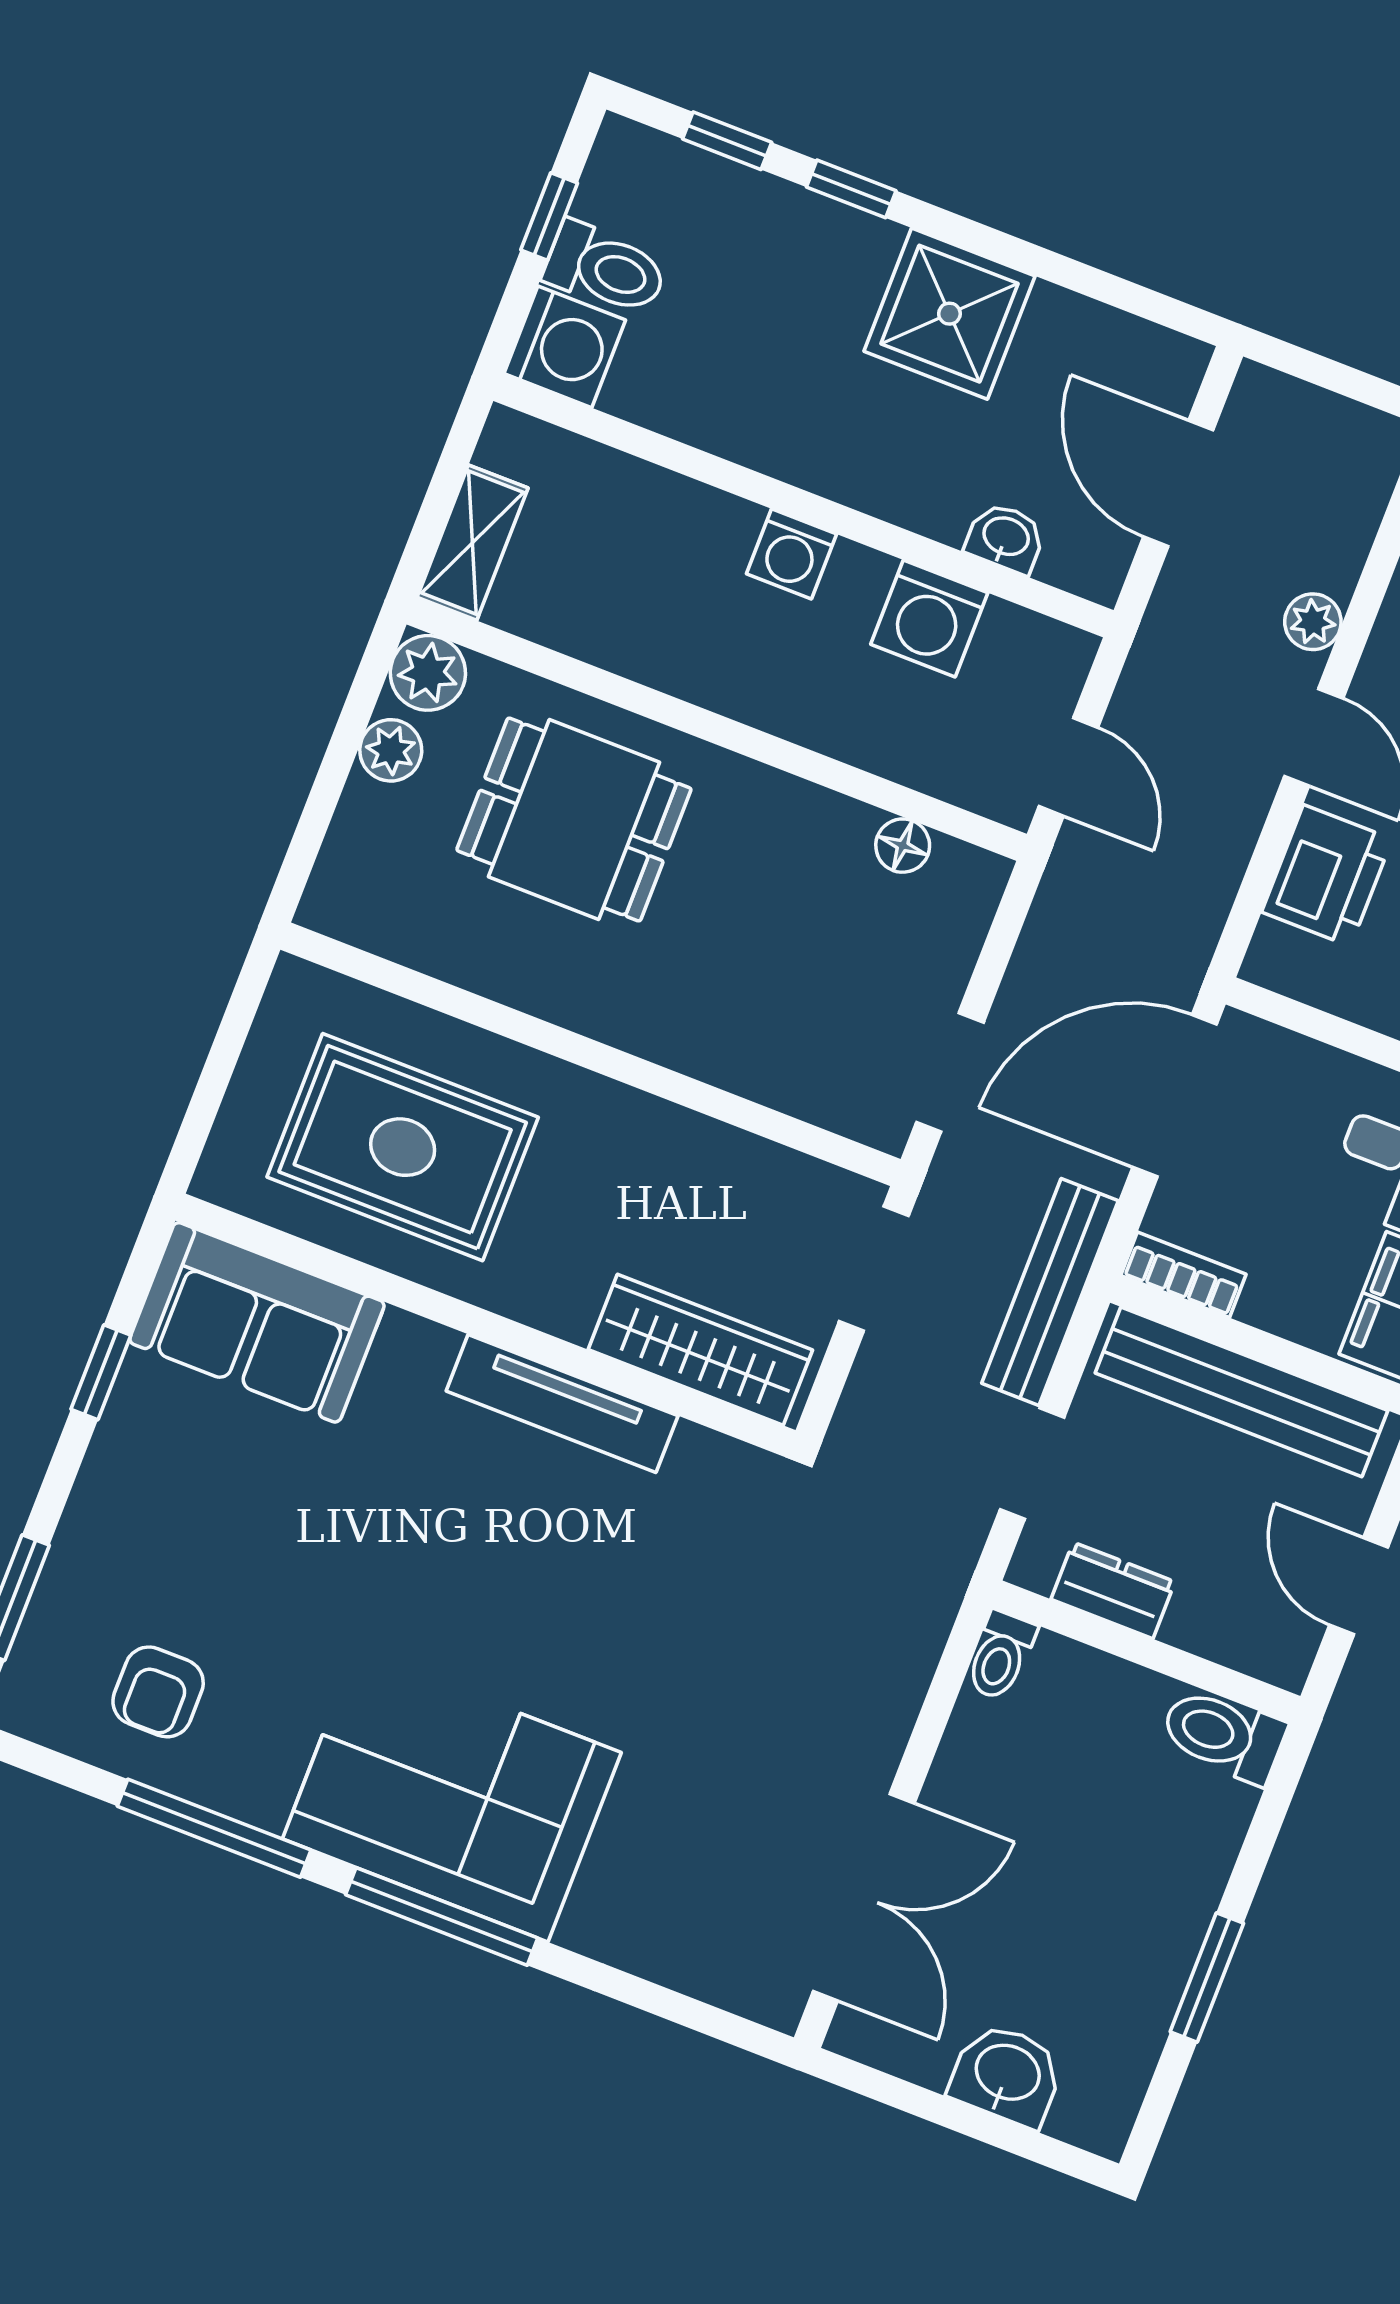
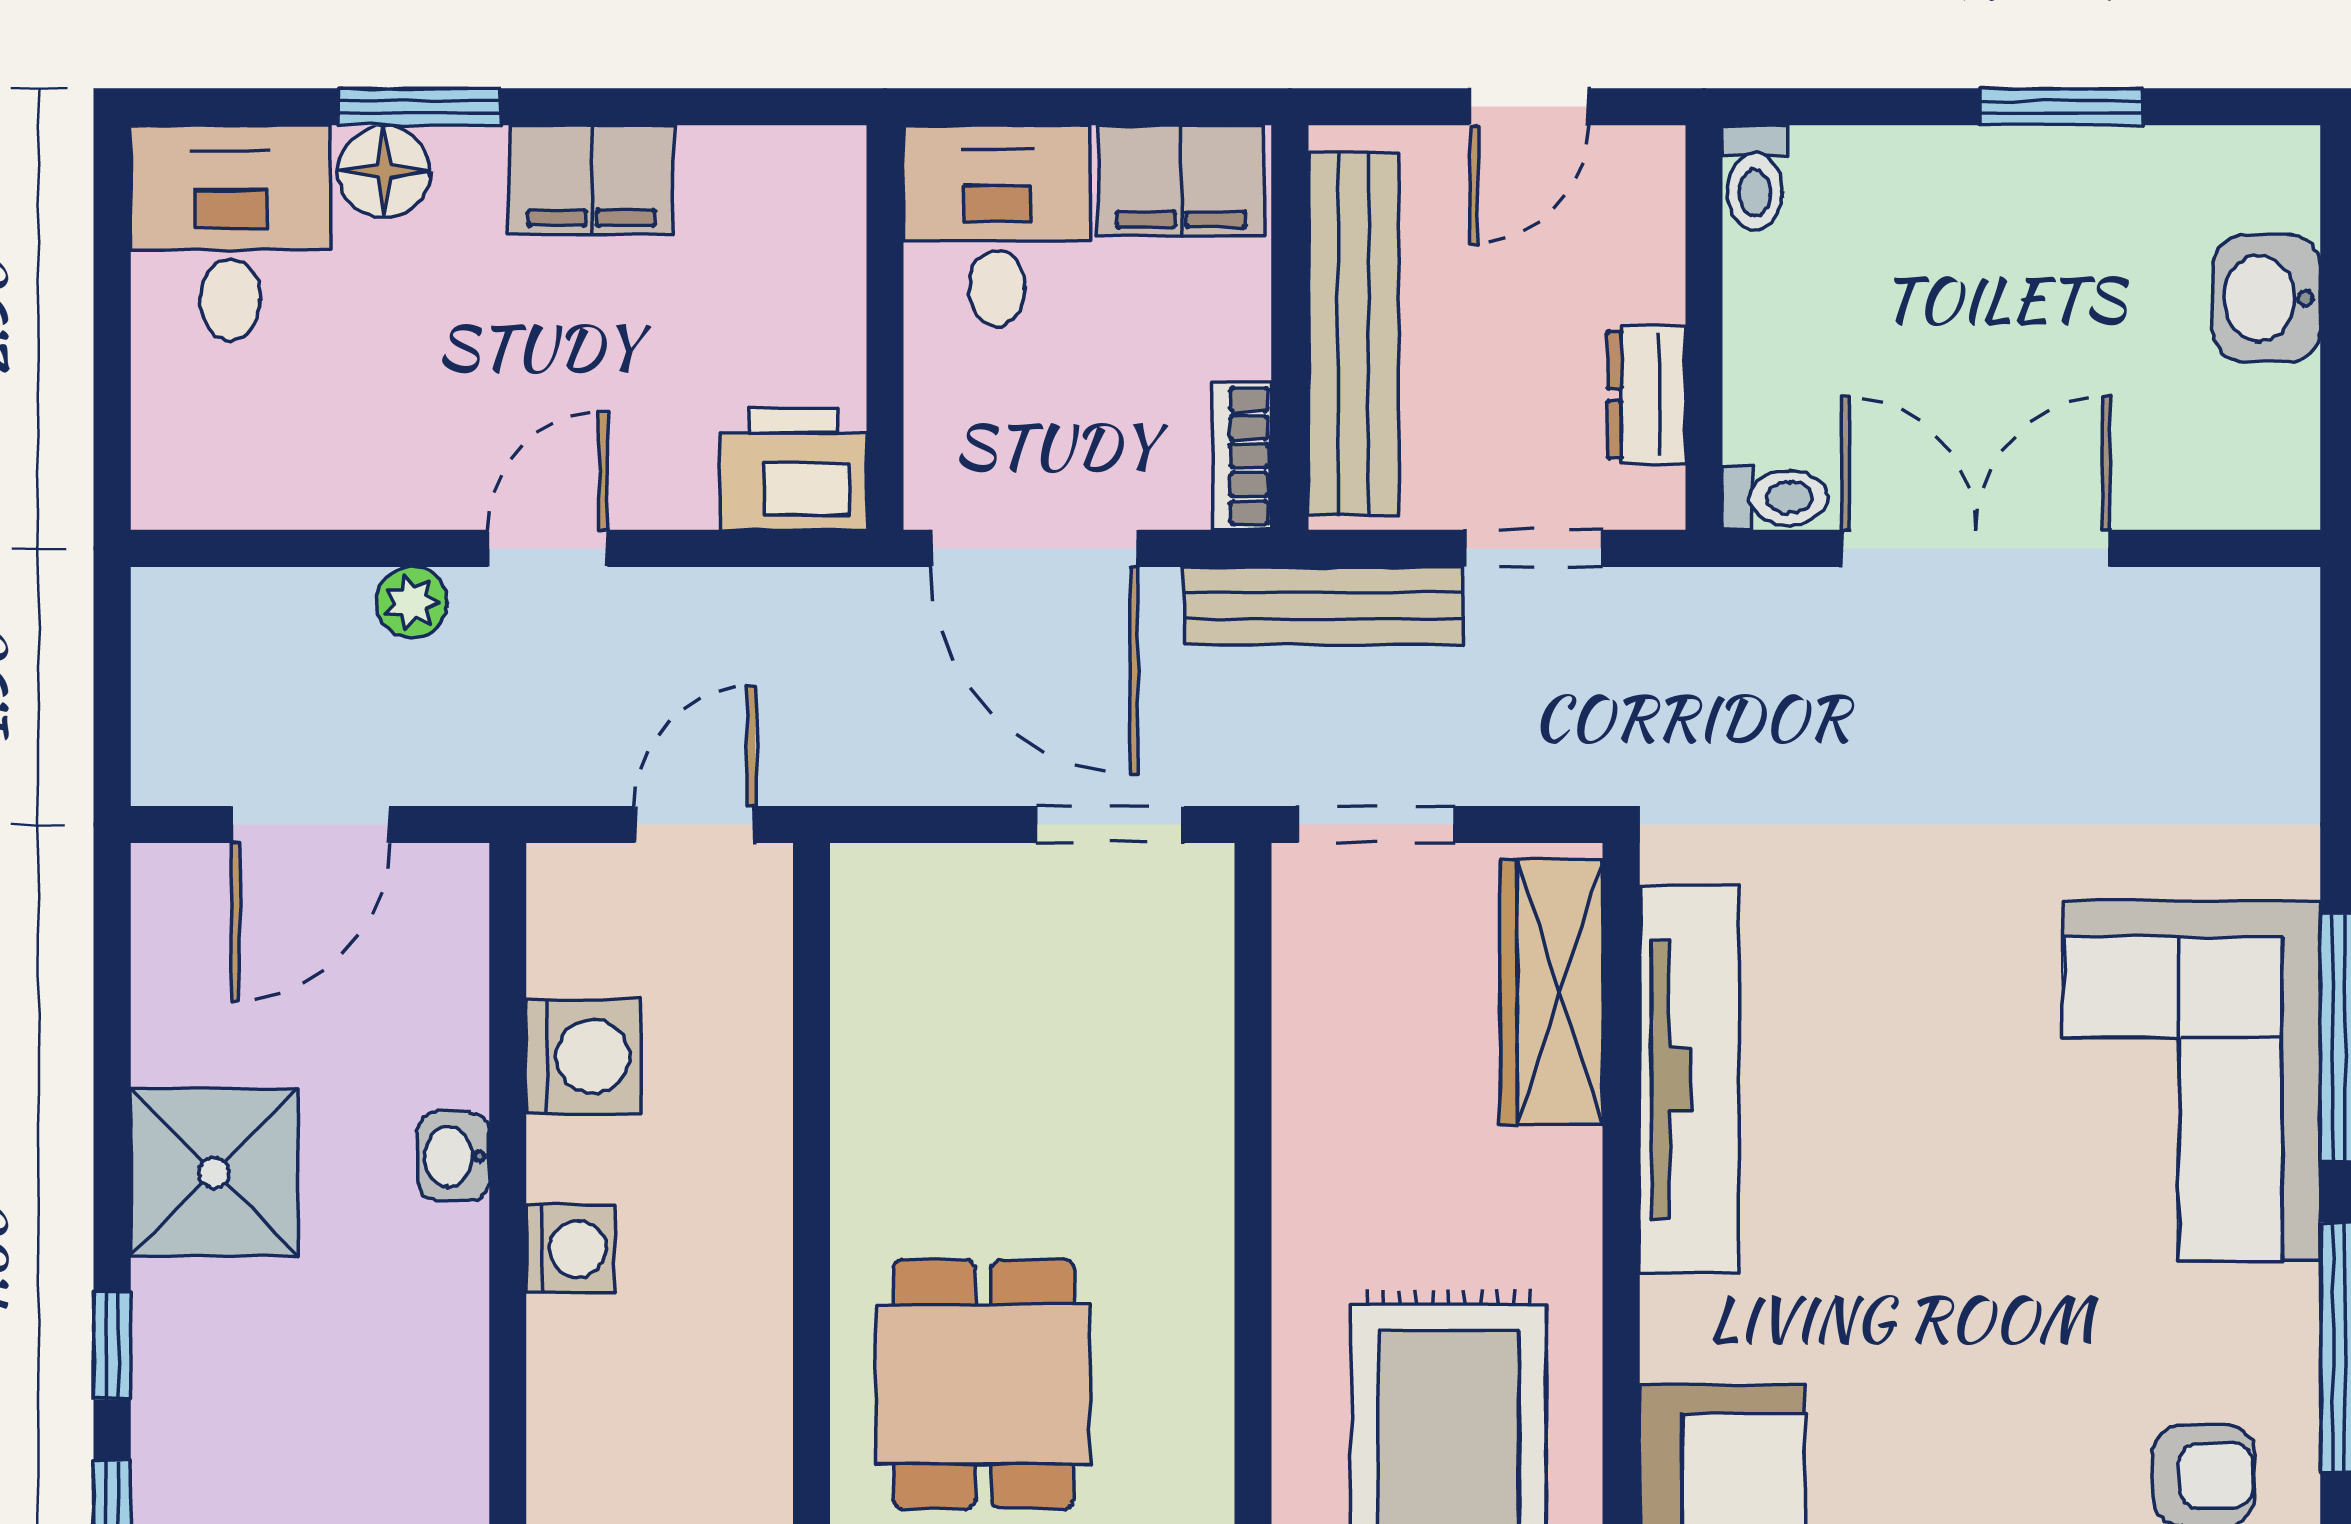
washbasin: (1006, 538) -> (453, 1156), moved
floor lamp: (903, 846) -> (864, 984), removed
printer: (1327, 876) -> (793, 469), moved
tv unit: (562, 1403) -> (1689, 1079), width x1.36, depth x1.29
toilet: (1223, 1735) -> (1755, 178), width x0.73, depth x0.72
double door: (864, 1897) -> (1976, 548), moved

